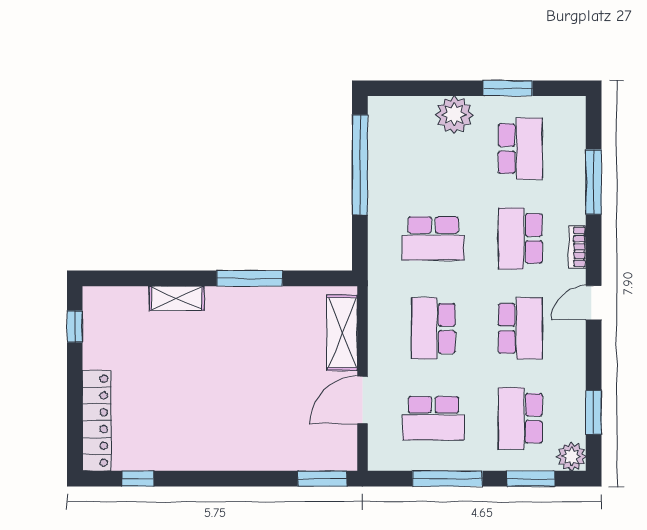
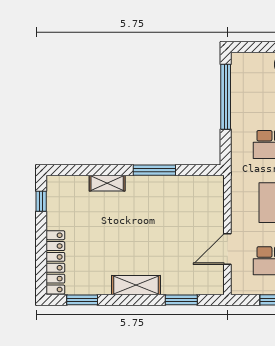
shelving: (342, 333) -> (136, 285), moved, turned 90
window: (138, 479) -> (82, 300), width x1.50
window: (322, 479) -> (181, 300), moved

